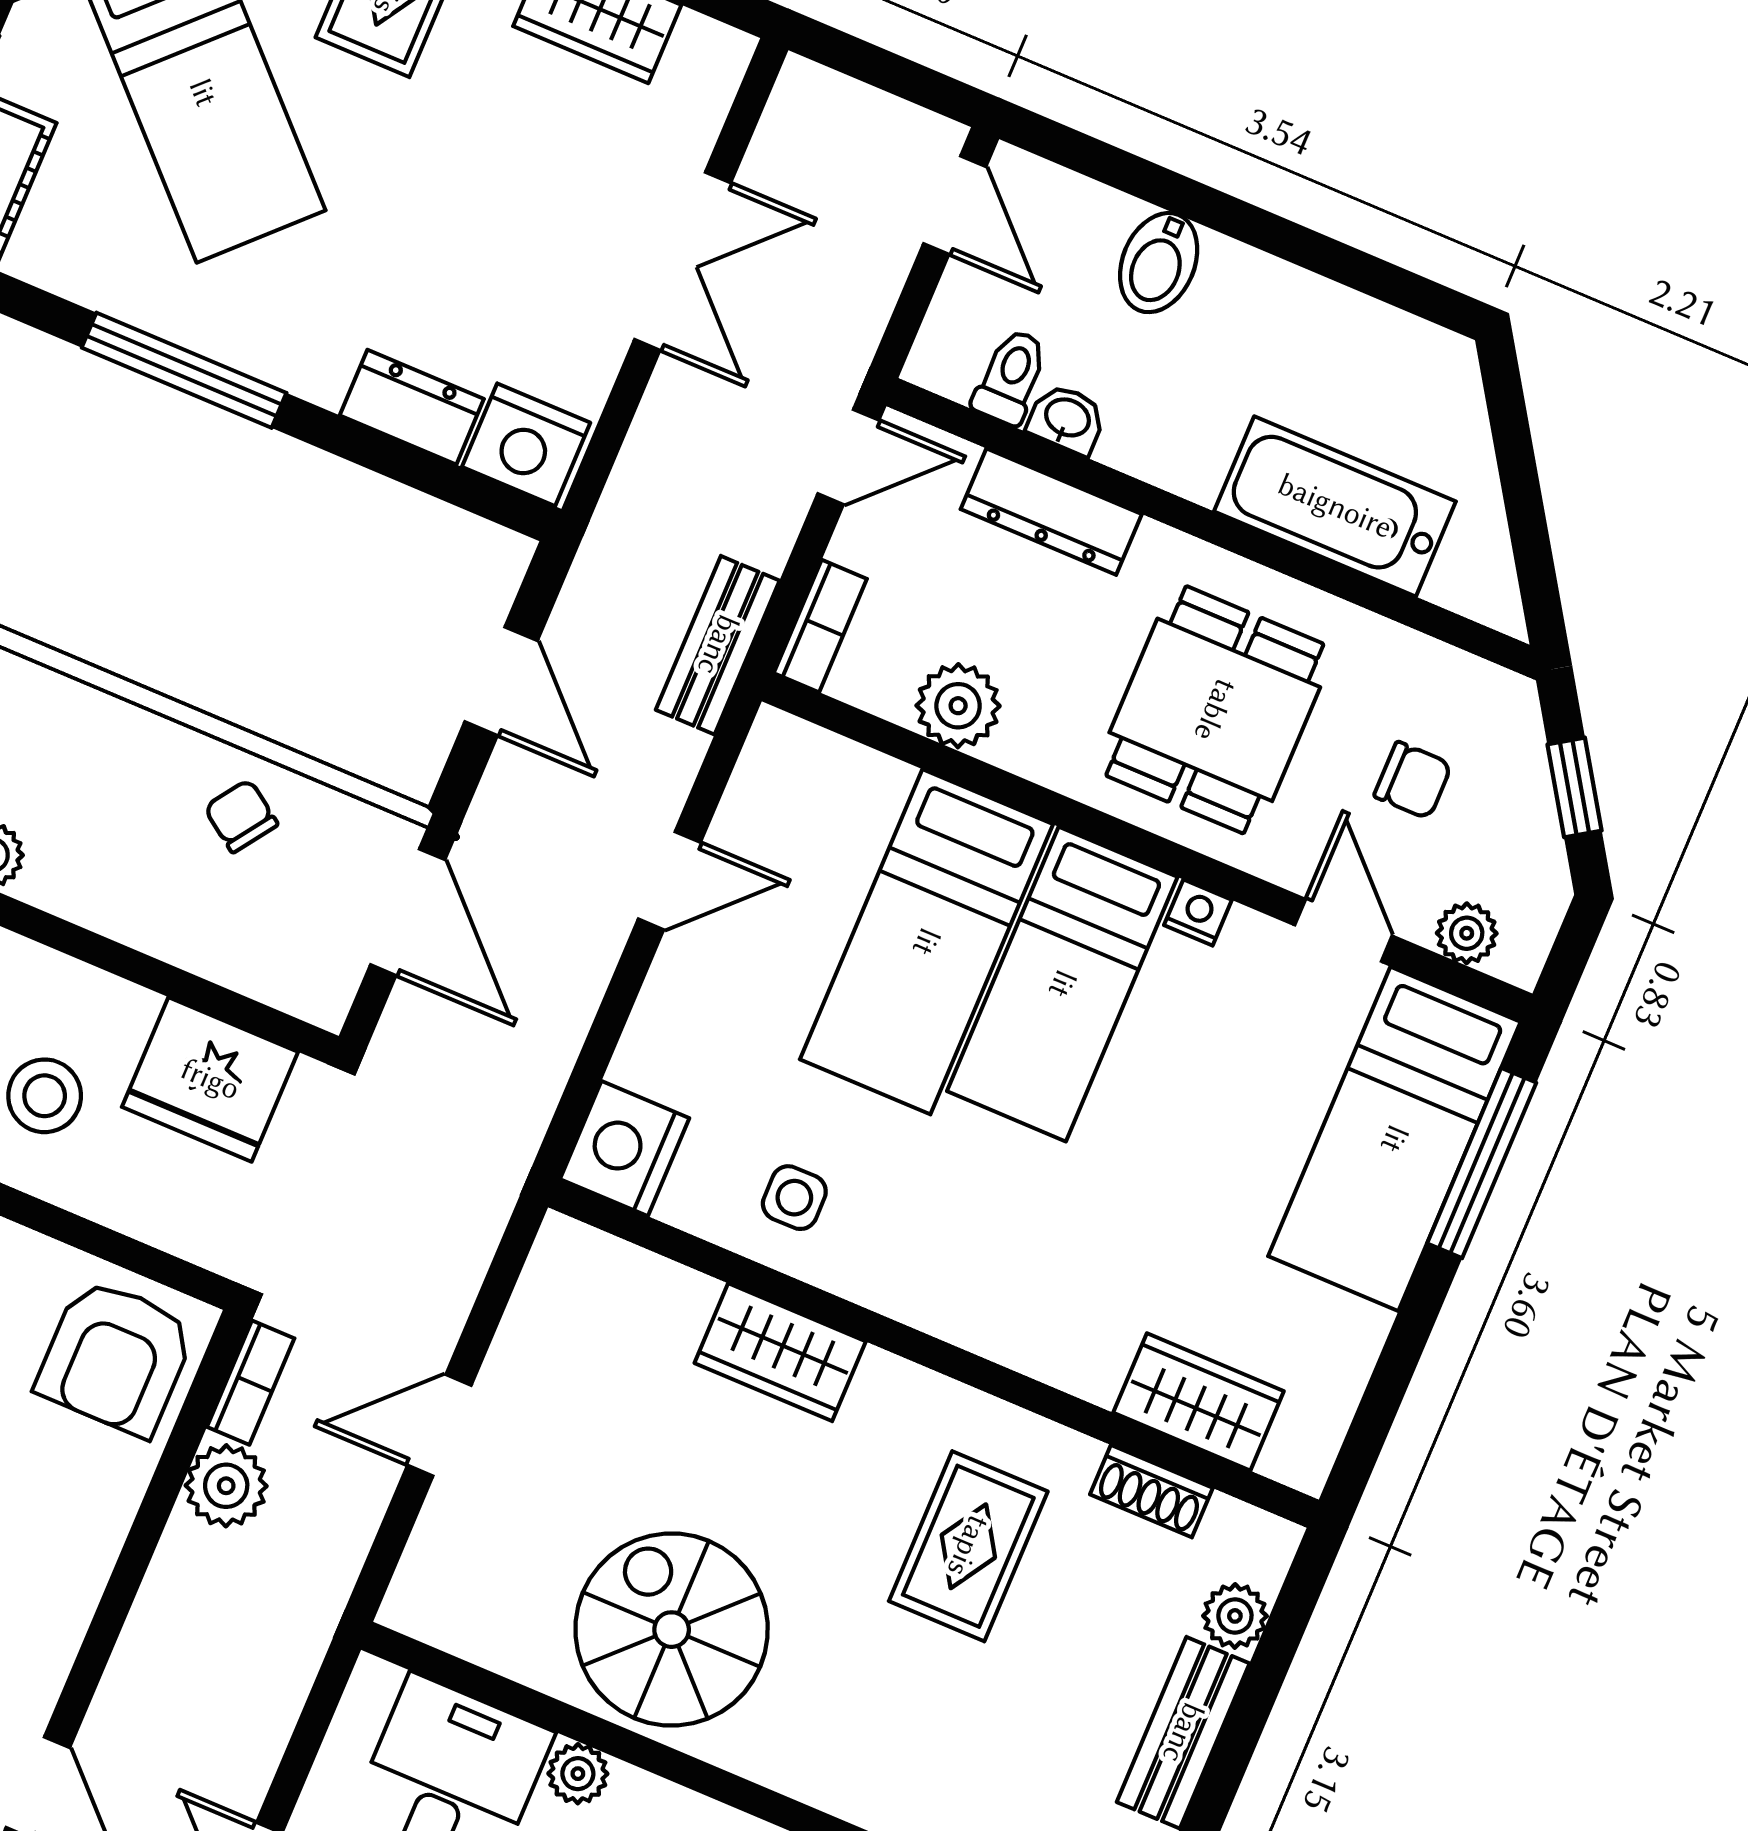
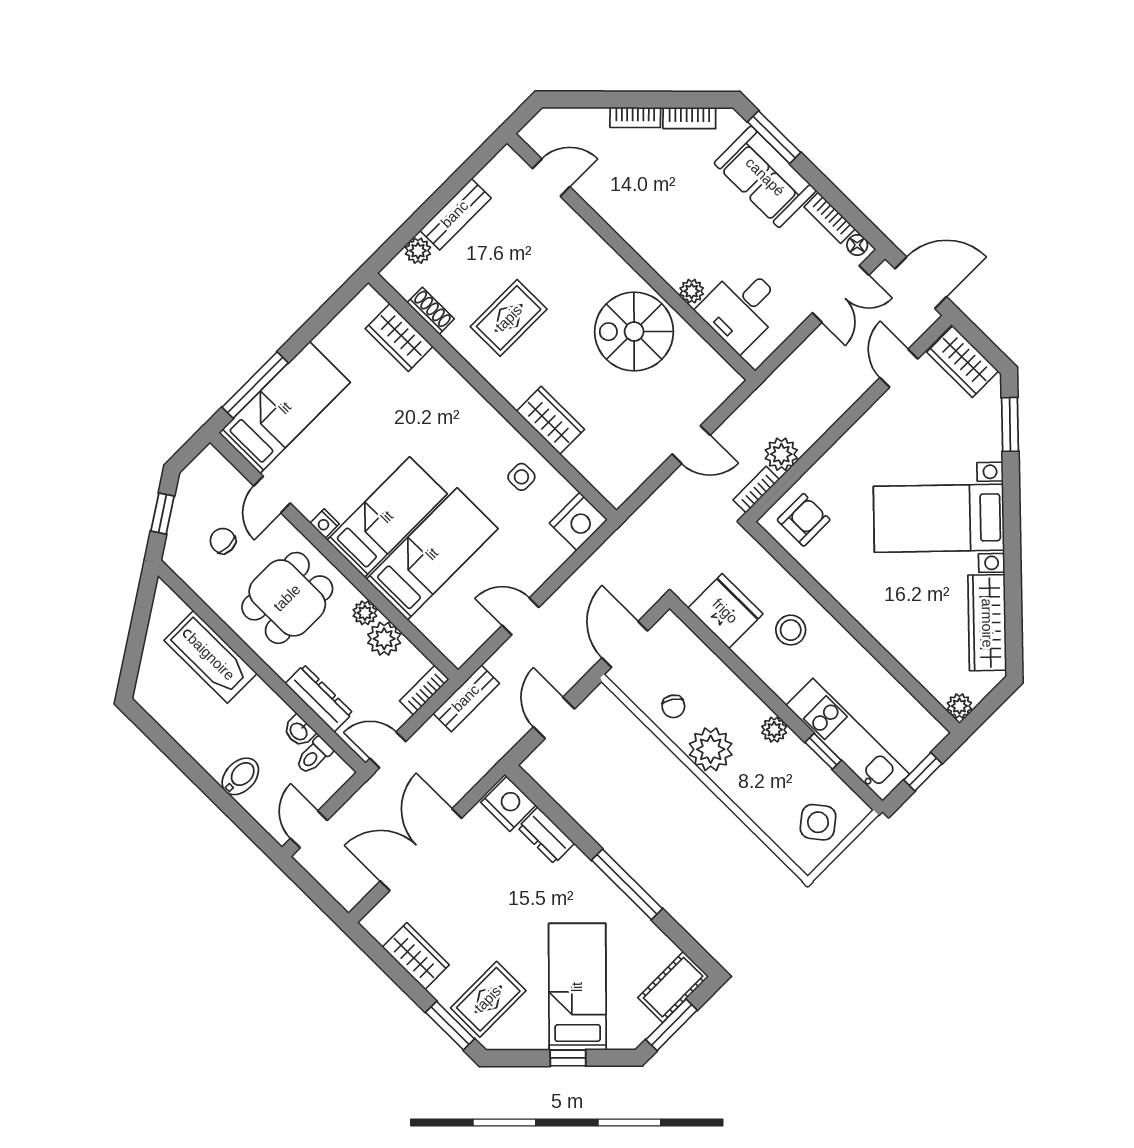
double door: (683, 261) -> (421, 850), width x1.37
plant: (117, 753) -> (711, 749), added
plant: (1467, 933) -> (365, 613), moved
armchair: (116, 1357) -> (804, 520), width x0.72, depth x0.72
spiral stairs: (672, 1630) -> (634, 332), turned 90

